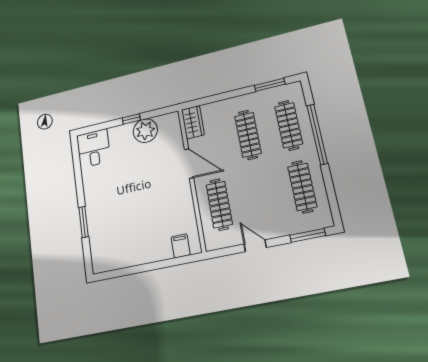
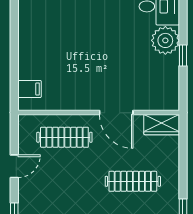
plant: (145, 131) -> (165, 40), moved
door: (189, 163) -> (116, 113), hinge flipped

